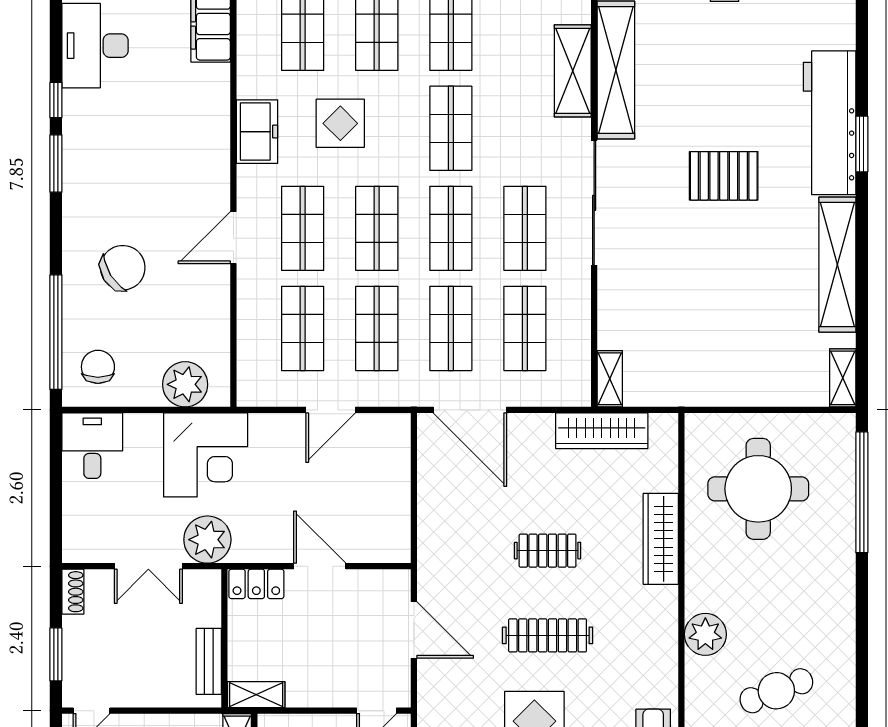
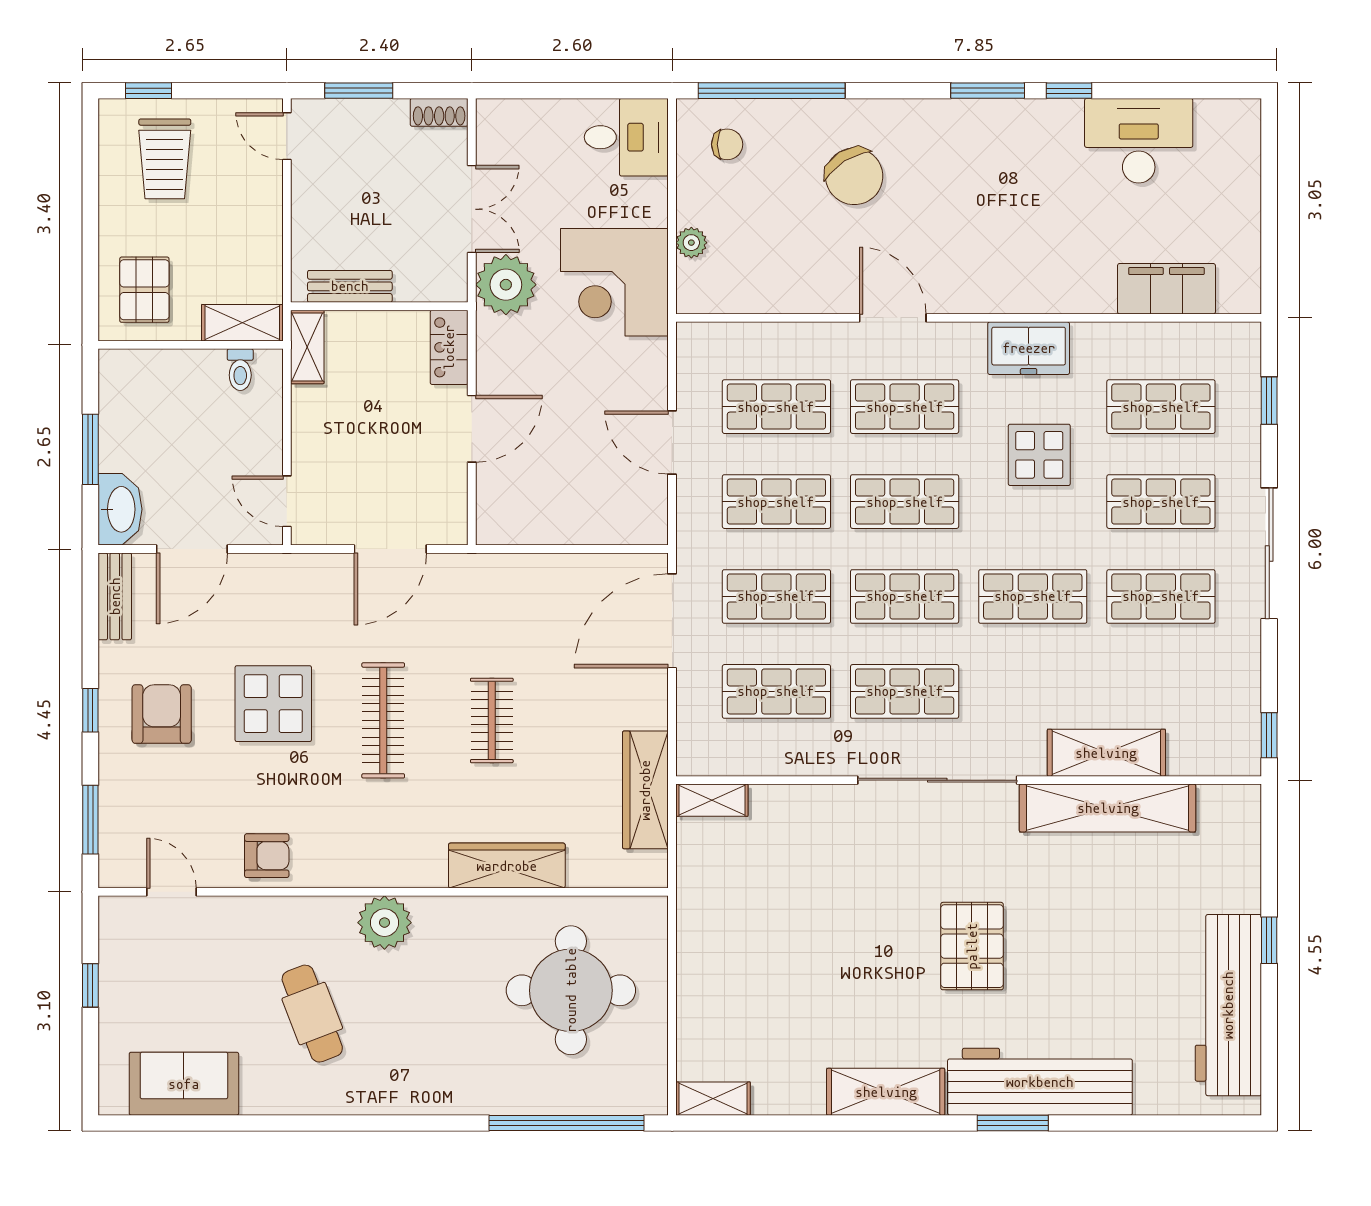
shelving: (837, 265) -> (886, 1092), width x0.68
chair: (98, 367) -> (727, 144), width x0.73, depth x0.73
plant: (185, 384) -> (691, 243), width x0.53, depth x0.53
double door: (148, 566) -> (472, 209), swing flipped

